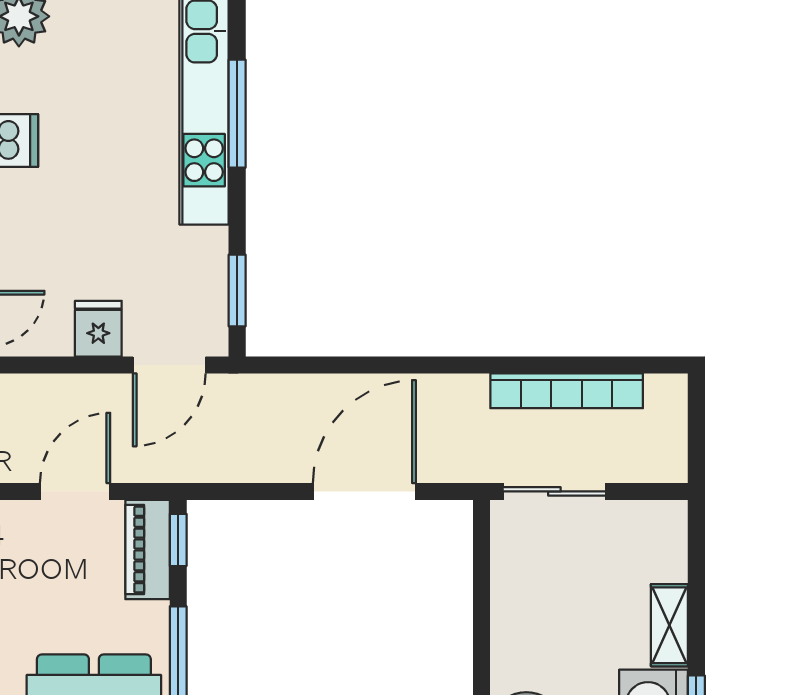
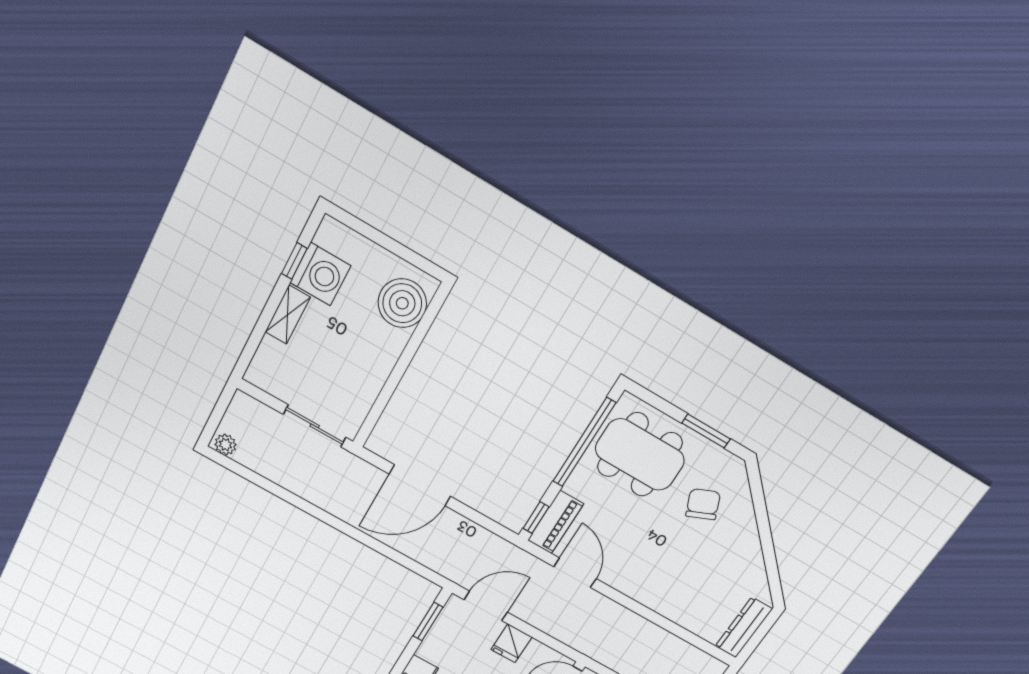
bookcase: (567, 391) -> (279, 475), removed
plant: (664, 391) -> (225, 445), added
door: (75, 491) -> (575, 573), swing flipped

